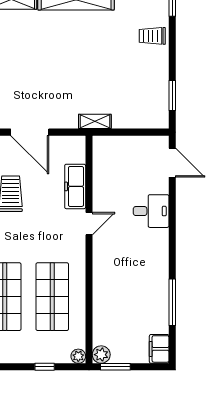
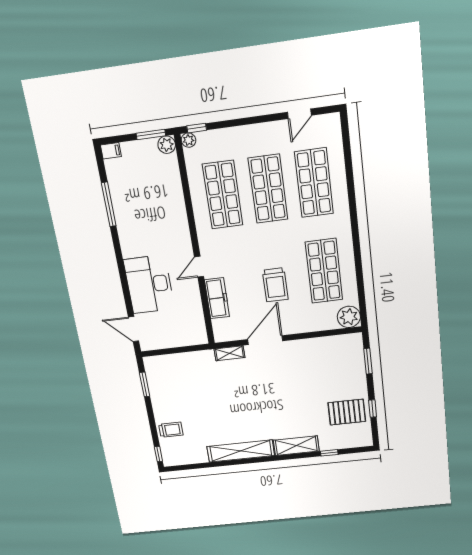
shelving: (95, 121) -> (229, 353), moved
door: (30, 132) -> (265, 340), hinge flipped
desk: (151, 211) -> (149, 284), width x1.87, depth x1.30
filing cabinet: (159, 349) -> (111, 151), width x0.50
window: (45, 367) -> (197, 128), moved

